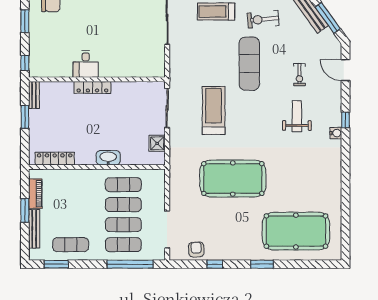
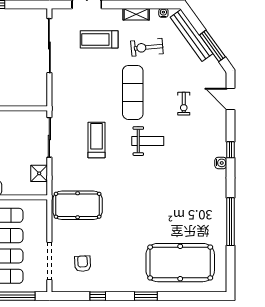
treadmill: (214, 110) -> (97, 140), width x0.73, depth x0.73
weight bench: (297, 116) -> (148, 141), moved, turned 90
pool table: (233, 179) -> (78, 205), moved, width x0.73, depth x0.76
window: (345, 191) -> (231, 222), added
armchair: (196, 249) -> (83, 264), moved

